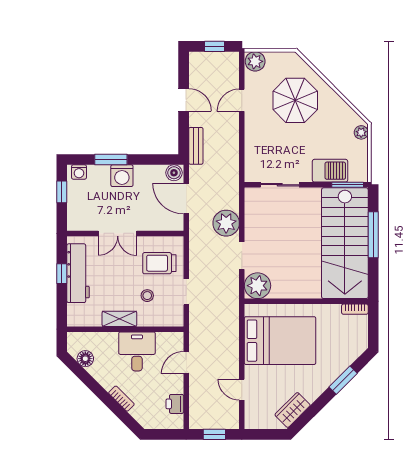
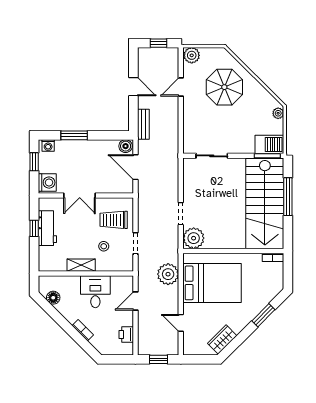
barbecue: (330, 171) -> (269, 144), moved
washing machine: (122, 176) -> (47, 183), moved, turned -90
plant: (226, 223) -> (168, 274), moved
workbench: (78, 273) -> (47, 228), width x0.73

